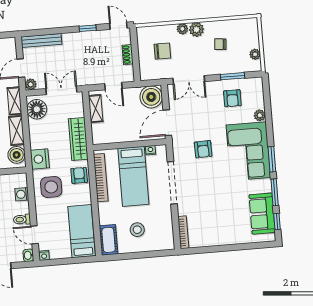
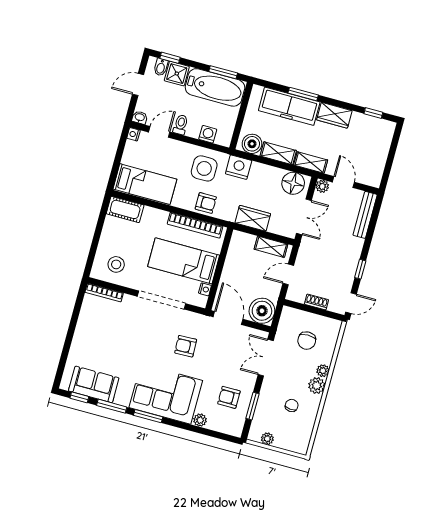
wardrobe: (78, 139) -> (253, 218), width x0.67
stool: (137, 230) -> (116, 264), moved

